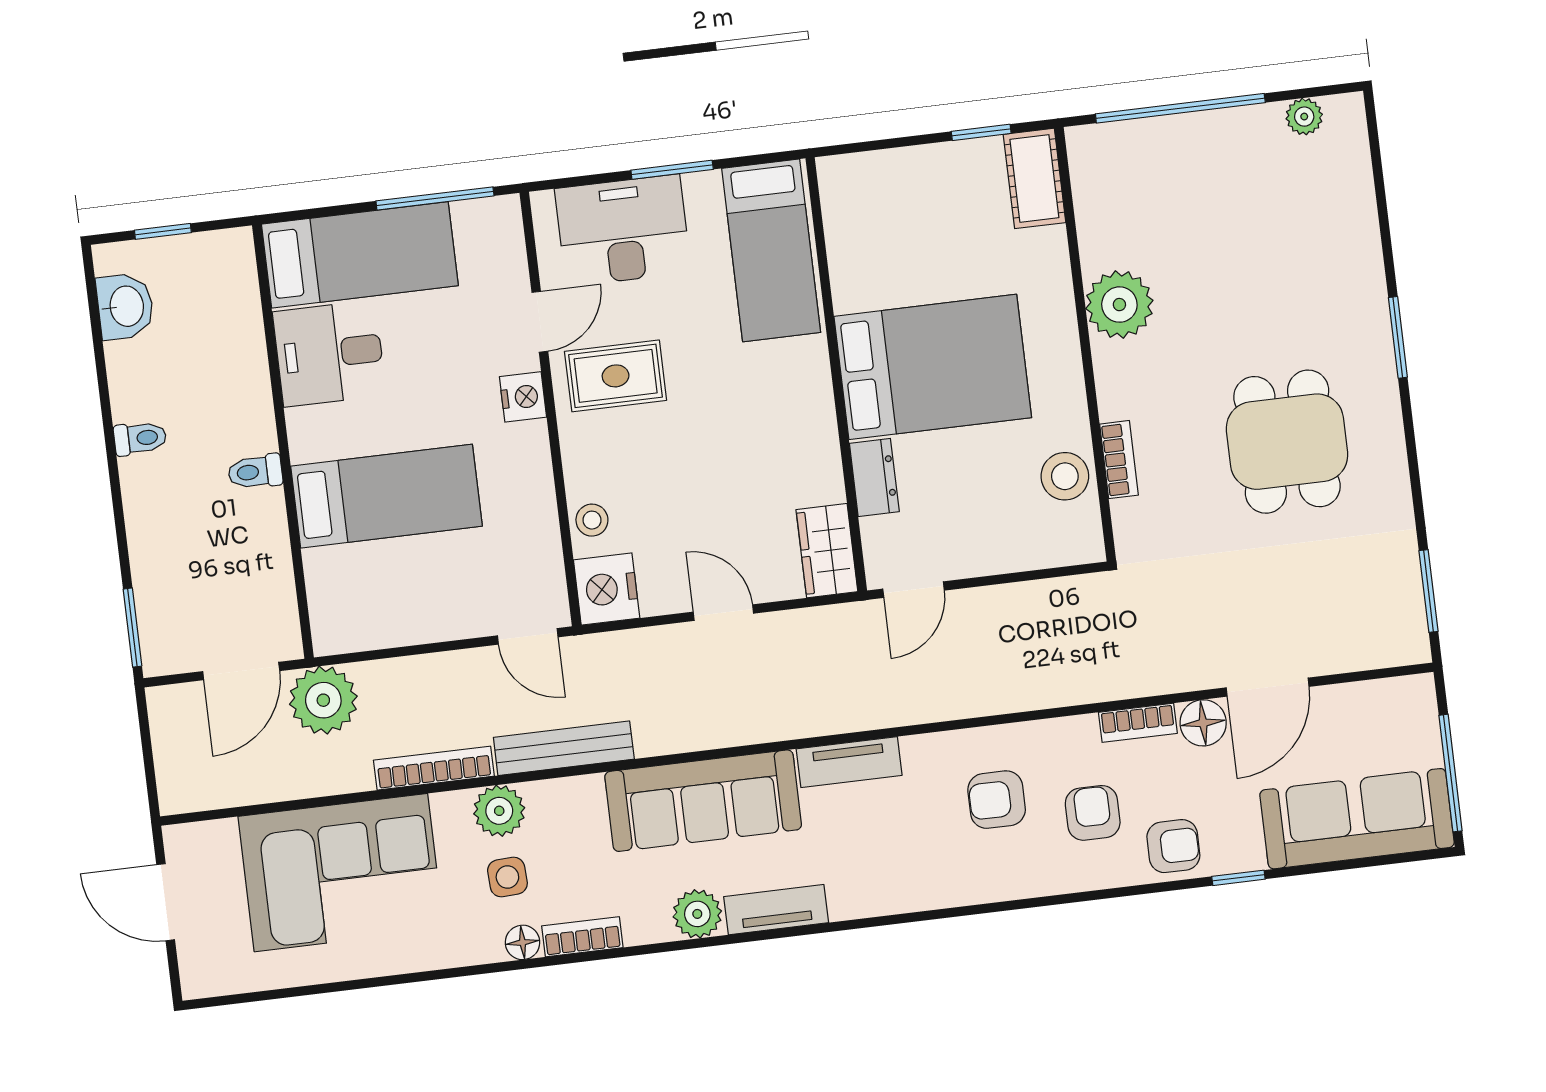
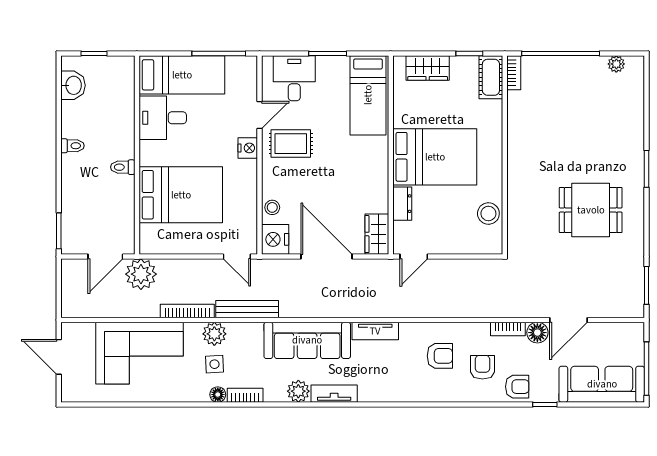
wardrobe: (894, 175) -> (428, 68), added
desk: (623, 230) -> (294, 78), width x0.73
plant: (1119, 305) -> (522, 139), removed
dining table: (1287, 442) -> (591, 210), turned 90
bookcase: (1119, 460) -> (514, 73), moved
bed: (387, 496) -> (181, 195), width x1.50
door: (723, 613) -> (327, 256), width x1.87
armchair: (997, 800) -> (440, 356), turned 180

